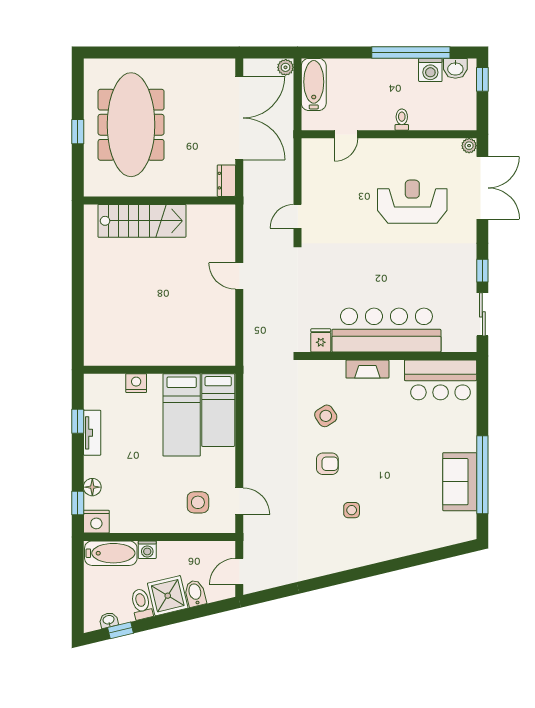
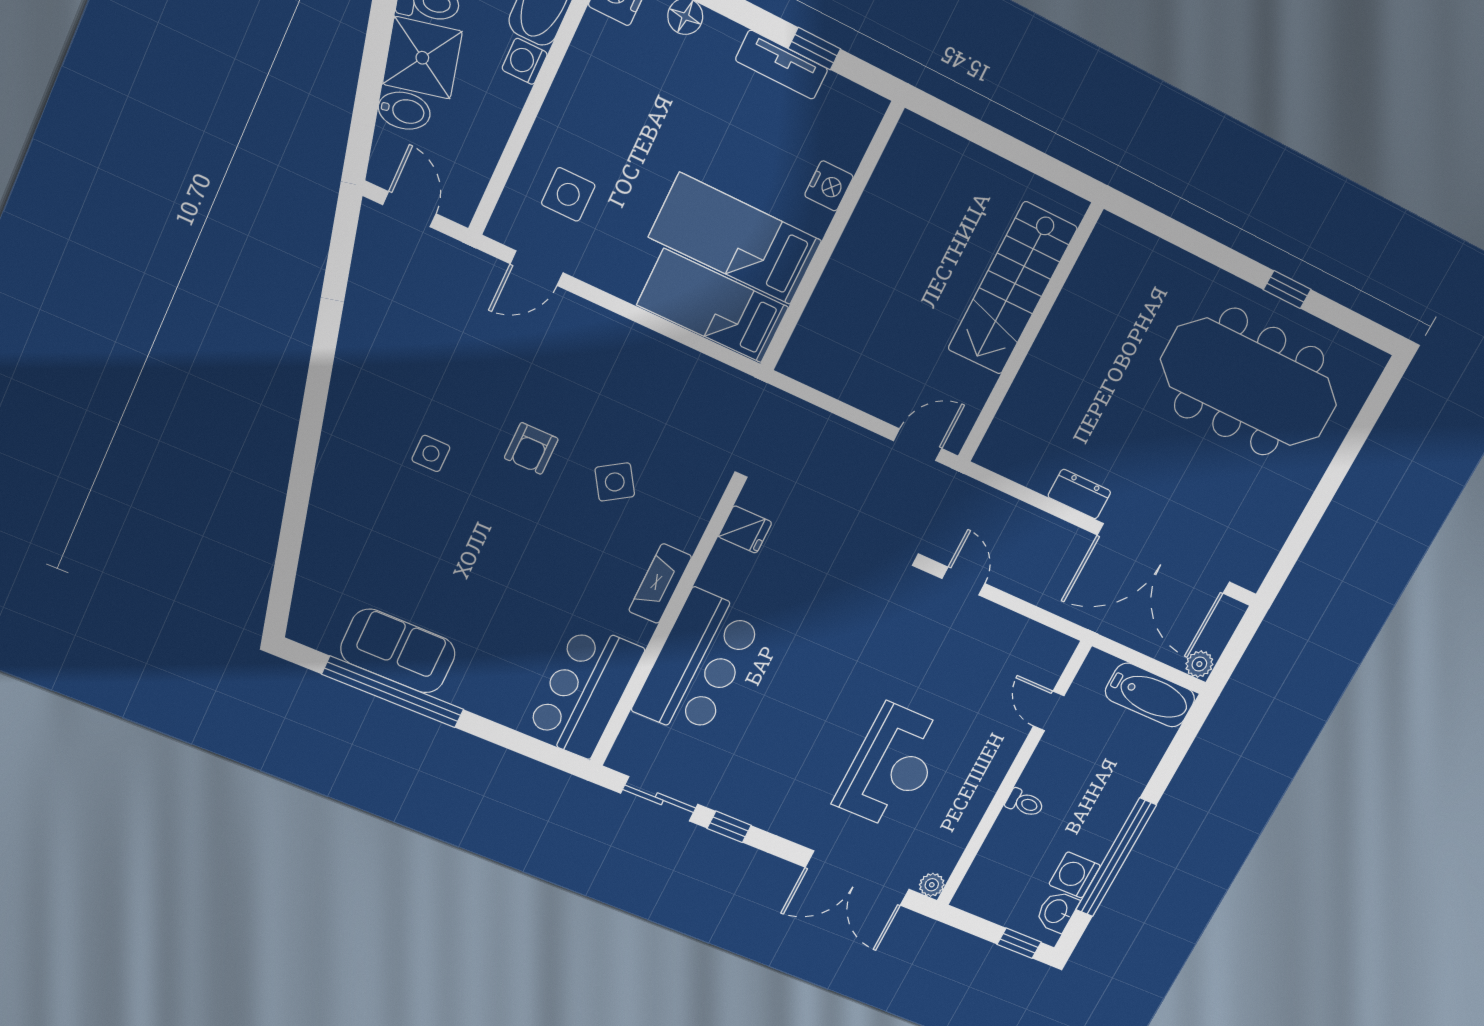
wall: (159, 200) -> (1030, 334), moved
stairs: (142, 221) -> (1012, 288), moved
bar counter: (386, 330) -> (698, 664), width x0.73

